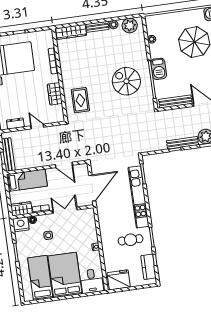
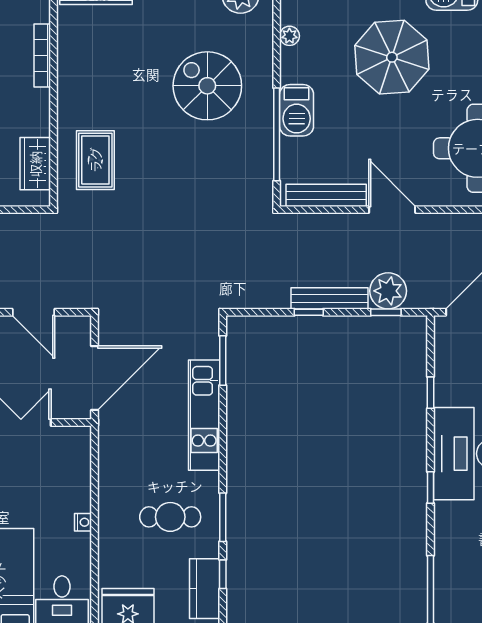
spiral stairs: (126, 81) -> (207, 86), moved
wardrobe: (55, 94) -> (35, 164), moved
kitchen unit: (138, 197) -> (204, 415), width x0.73

